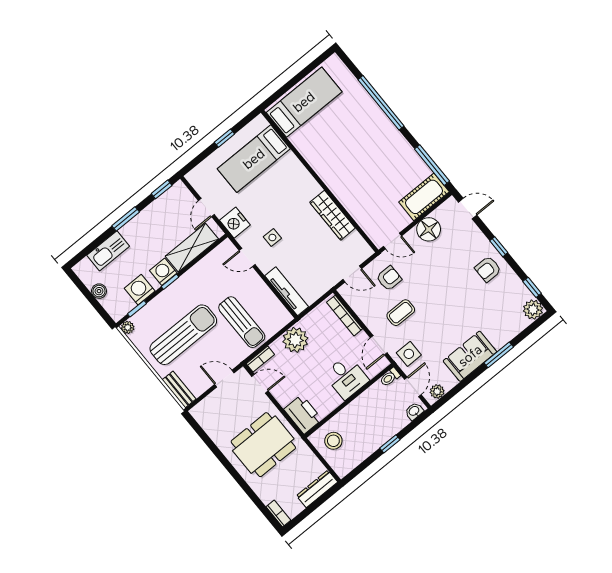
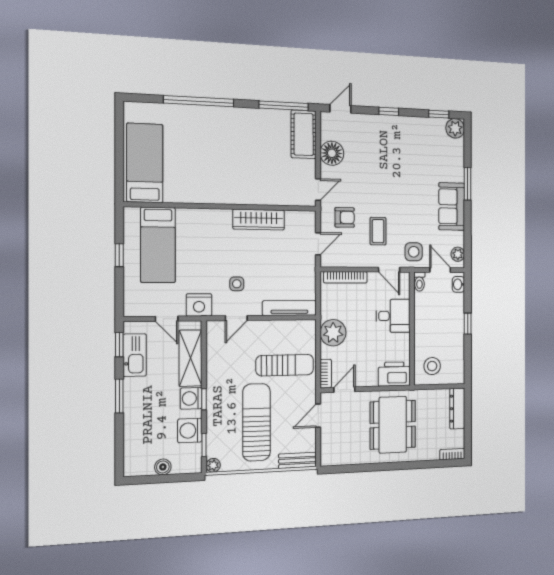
kitchen sink: (108, 251) -> (135, 355), moved
armchair: (488, 269) -> (399, 135), removed
armchair: (389, 278) -> (345, 217), turned 90

